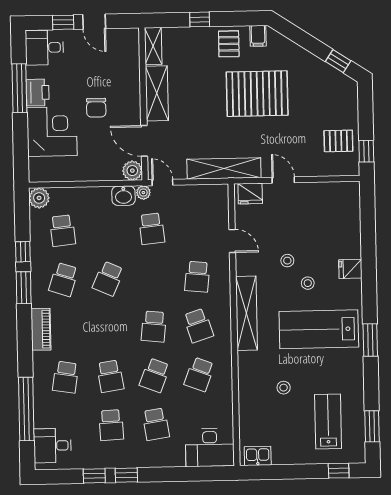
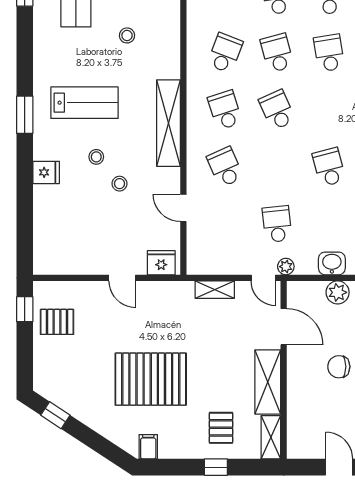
pallet: (229, 44) -> (221, 428), moved
chair: (96, 108) -> (339, 367), turned -90
shelving: (224, 168) -> (215, 290), width x0.45, depth x0.75
plant: (132, 171) -> (338, 292), moved
washbasin: (123, 196) -> (332, 263), moved
school desk: (197, 277) -> (225, 167), turned -30
school desk: (108, 279) -> (329, 167), turned -39
school desk: (154, 326) -> (277, 110), turned -30
lab bench: (319, 329) -> (85, 103), width x0.73, depth x0.72
window: (370, 340) -> (25, 115), moved
school desk: (155, 375) -> (277, 53), turned -36

